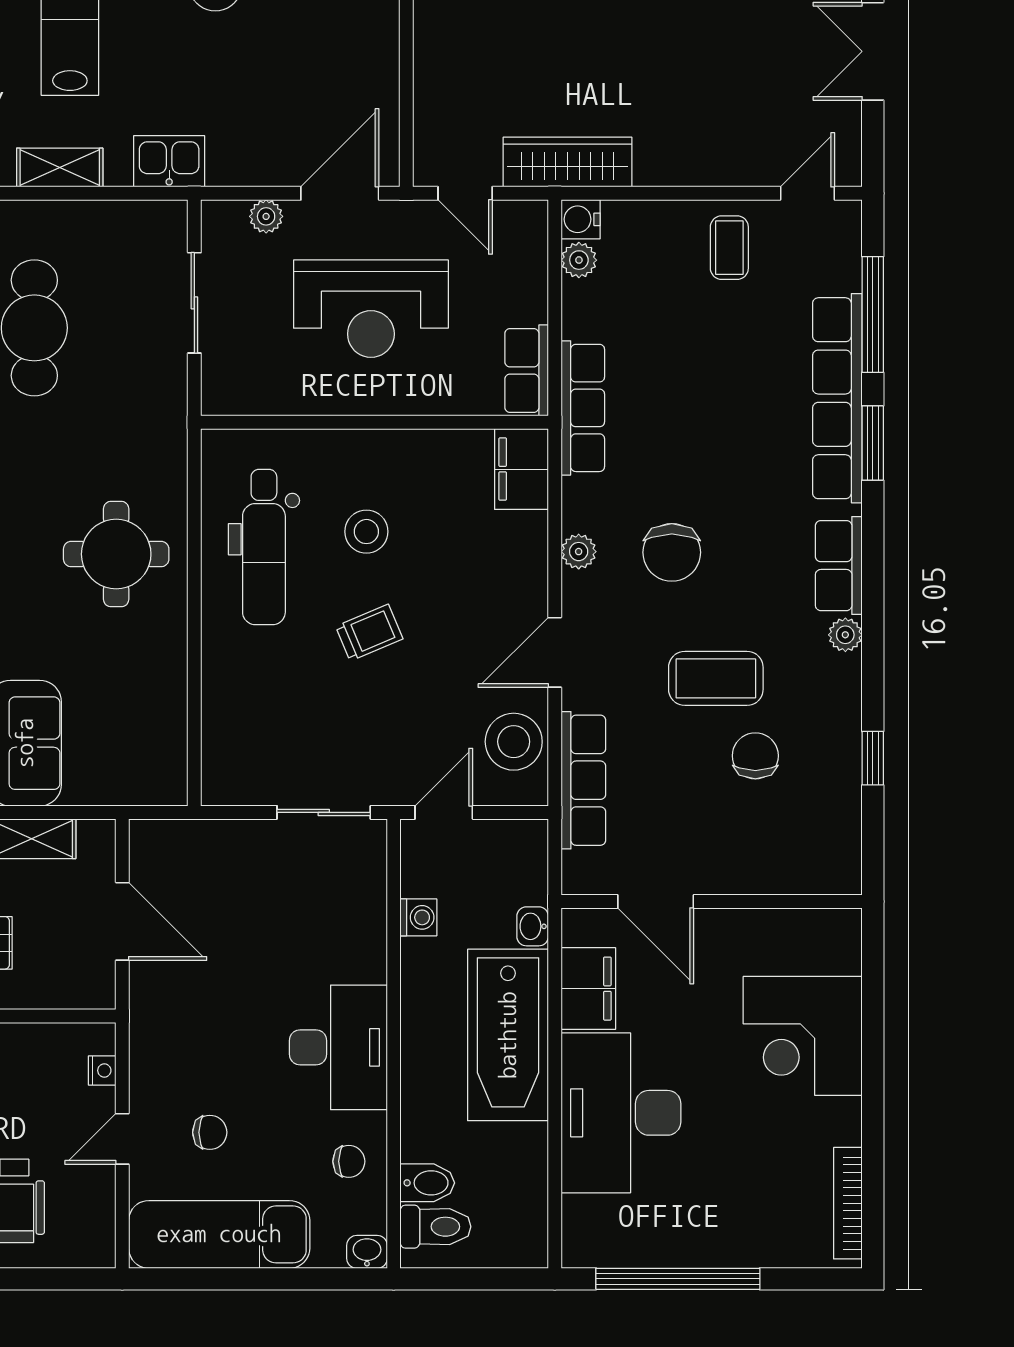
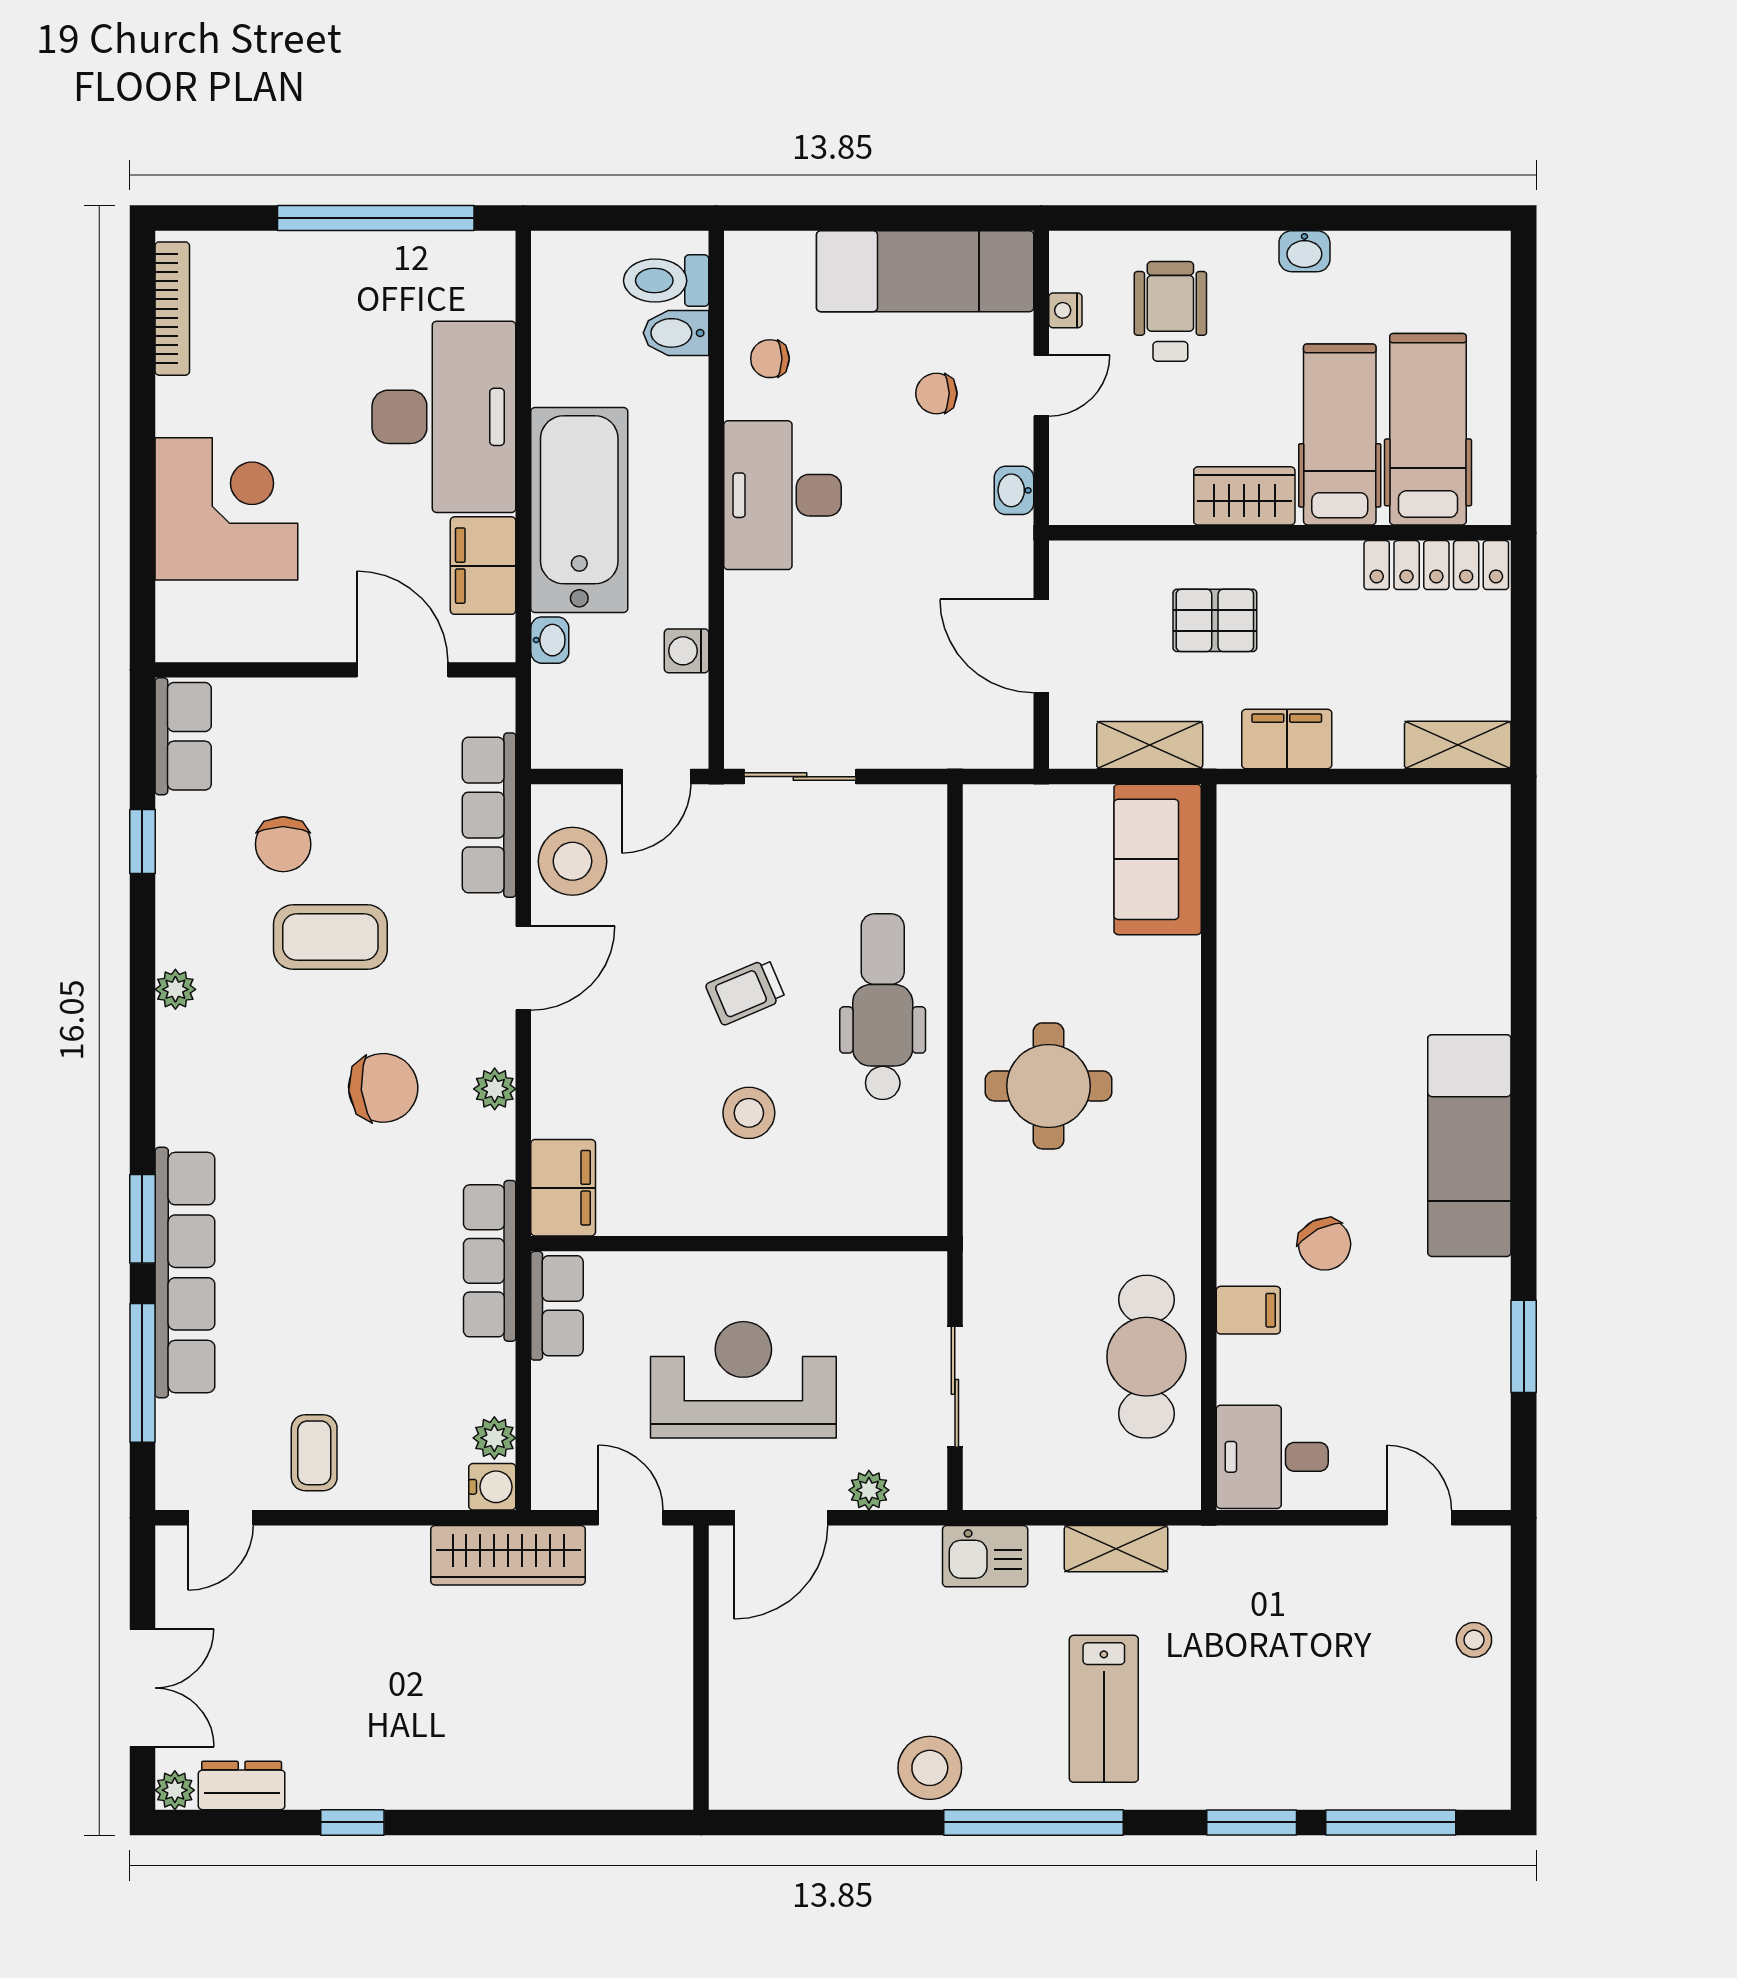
dental chair: (264, 547) -> (883, 1007), moved
chair: (672, 552) -> (383, 1088), turned 85
row of seats: (839, 566) -> (183, 736), moved
nightstand: (102, 1070) -> (1065, 310), moved
washbasin: (367, 1252) -> (1014, 490), moved, turned 90

